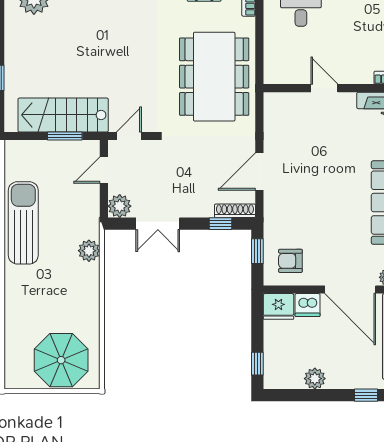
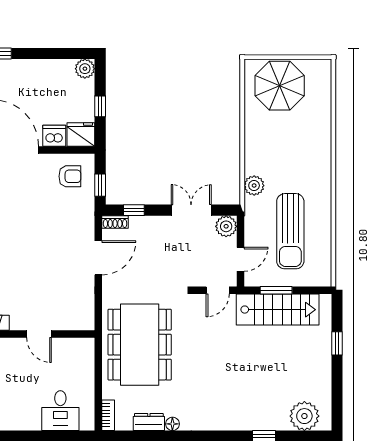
shoe rack: (235, 211) -> (115, 222), width x0.70
sun lounger: (23, 223) -> (290, 231), moved
window: (257, 364) -> (100, 106), moved
plant: (315, 379) -> (85, 69), moved

